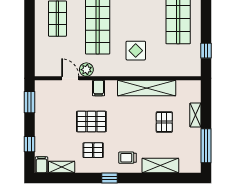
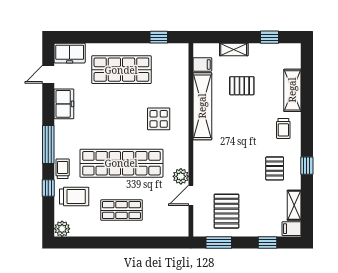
filing cabinet: (98, 88) -> (202, 64), moved
pallet: (91, 121) -> (226, 211), moved
window: (206, 146) -> (269, 37), width x0.46
window: (110, 178) -> (307, 166), moved

